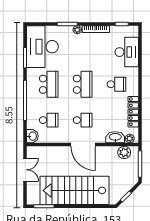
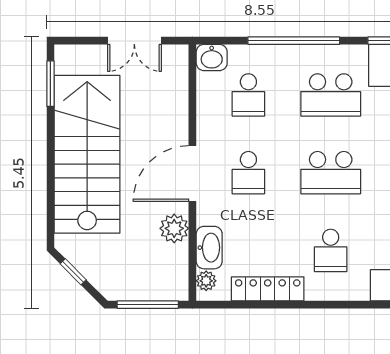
plant: (124, 152) -> (174, 228), moved

